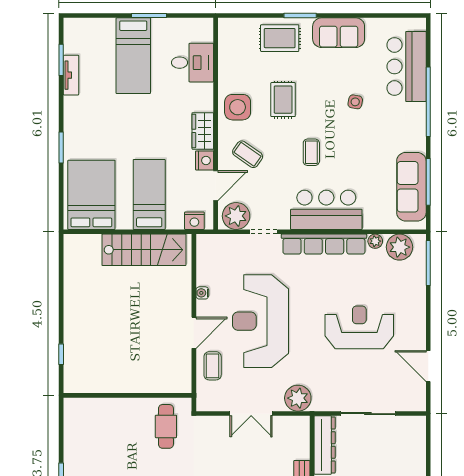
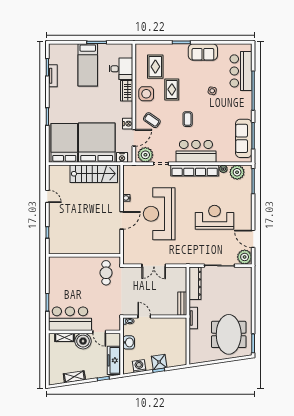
rug: (280, 38) -> (155, 67), moved, turned 90
wardrobe: (203, 131) -> (127, 91), moved
bed: (149, 194) -> (97, 143), width x2.04
door: (61, 290) -> (47, 196), added
coffee table: (213, 366) -> (132, 239), removed
plant: (298, 398) -> (245, 257), moved

